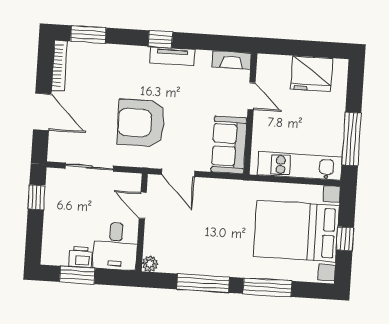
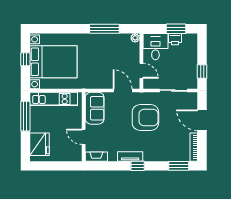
fridge: (312, 74) -> (39, 144), moved, turned 90
window: (267, 287) -> (68, 29), removed

